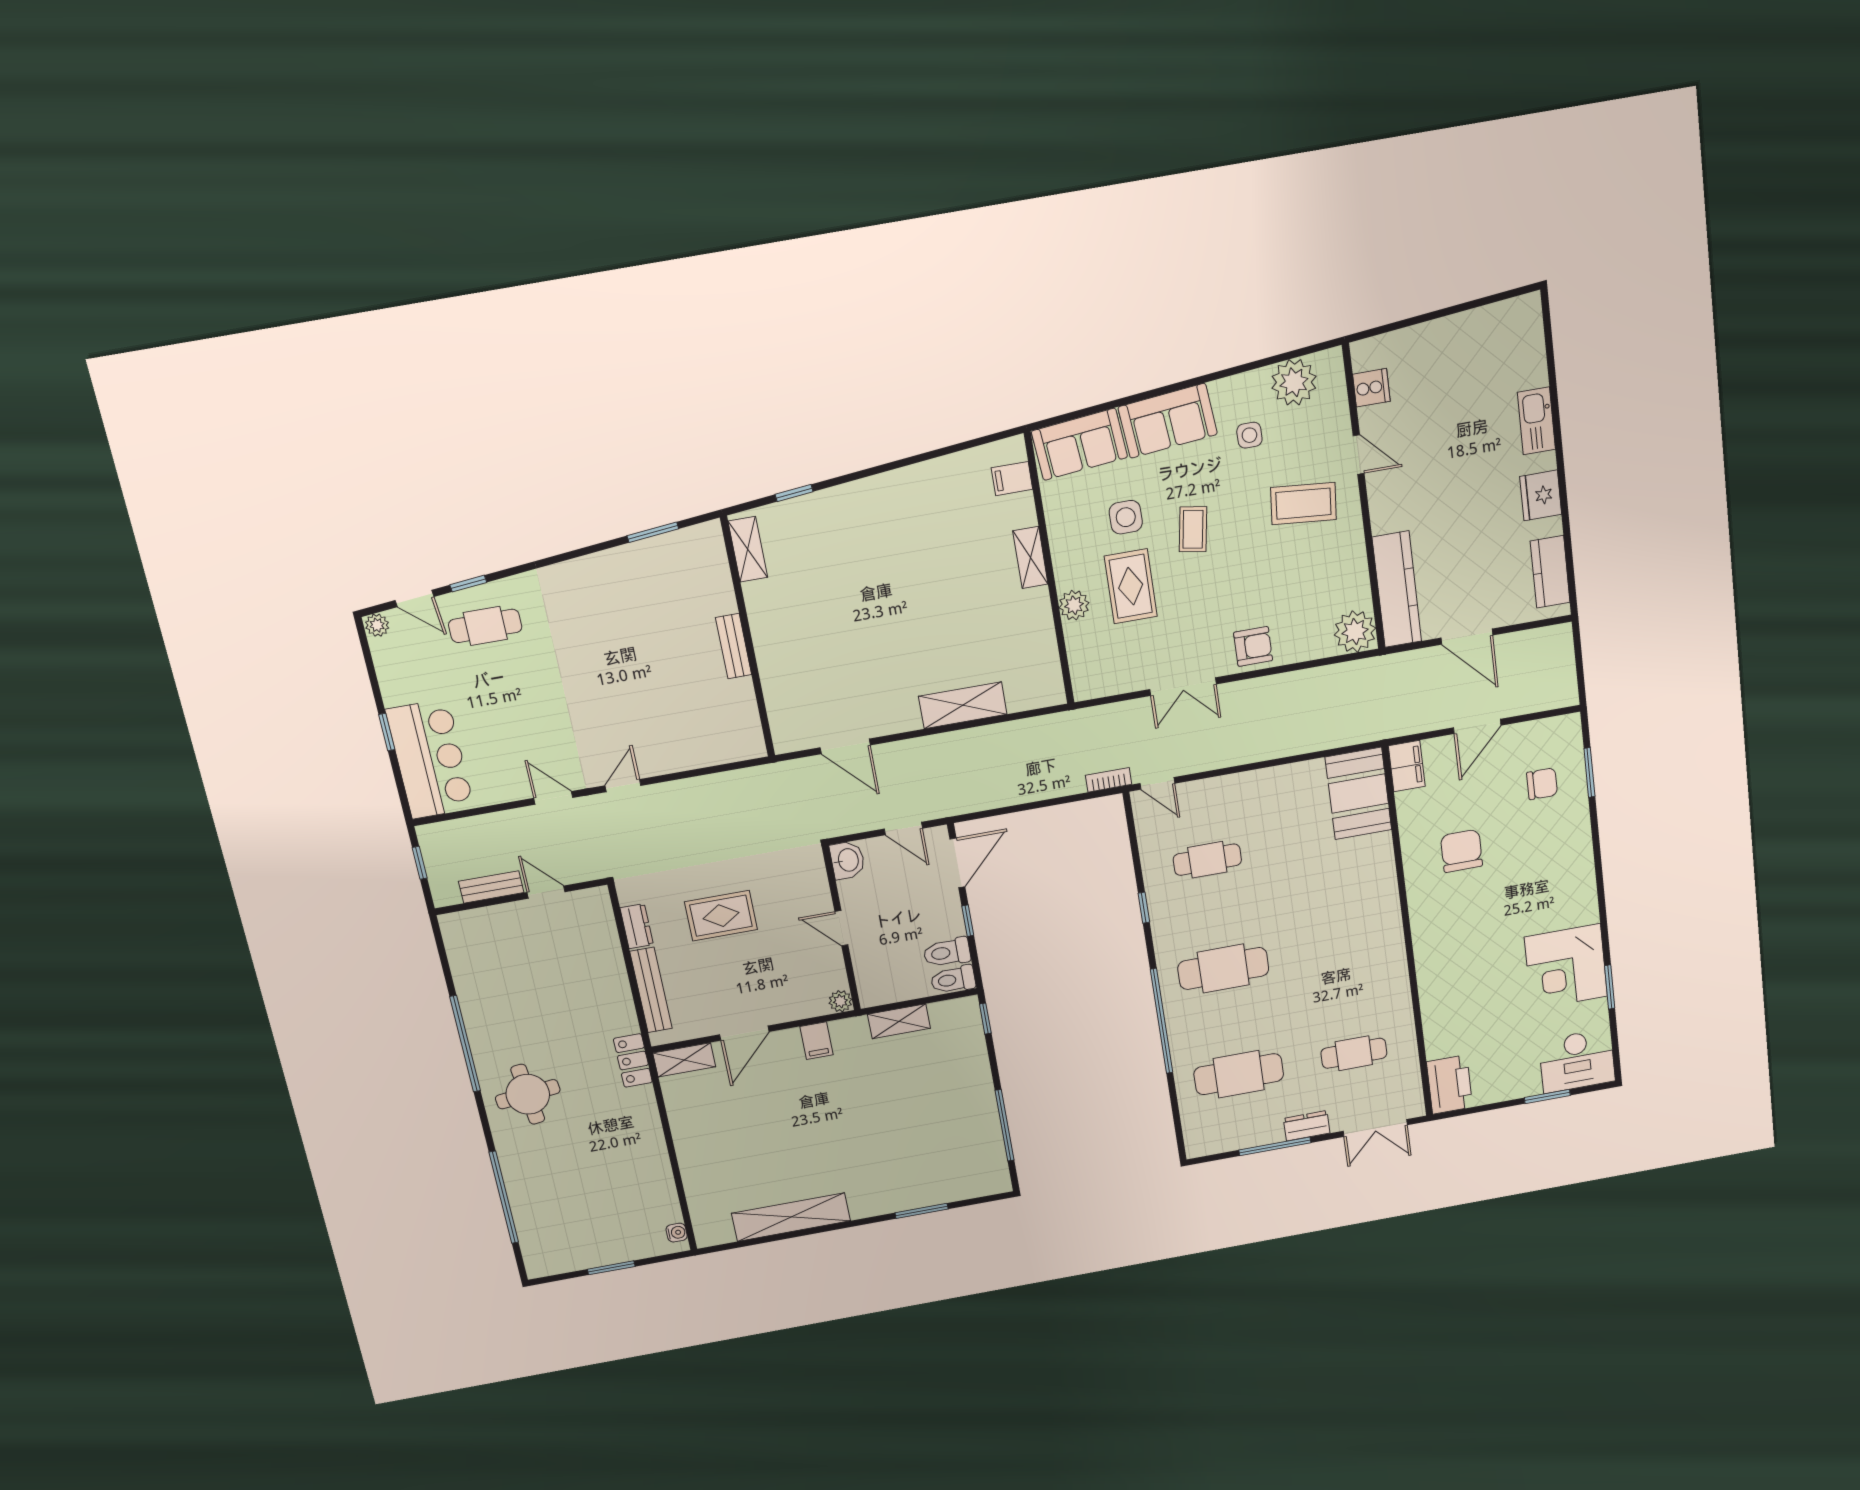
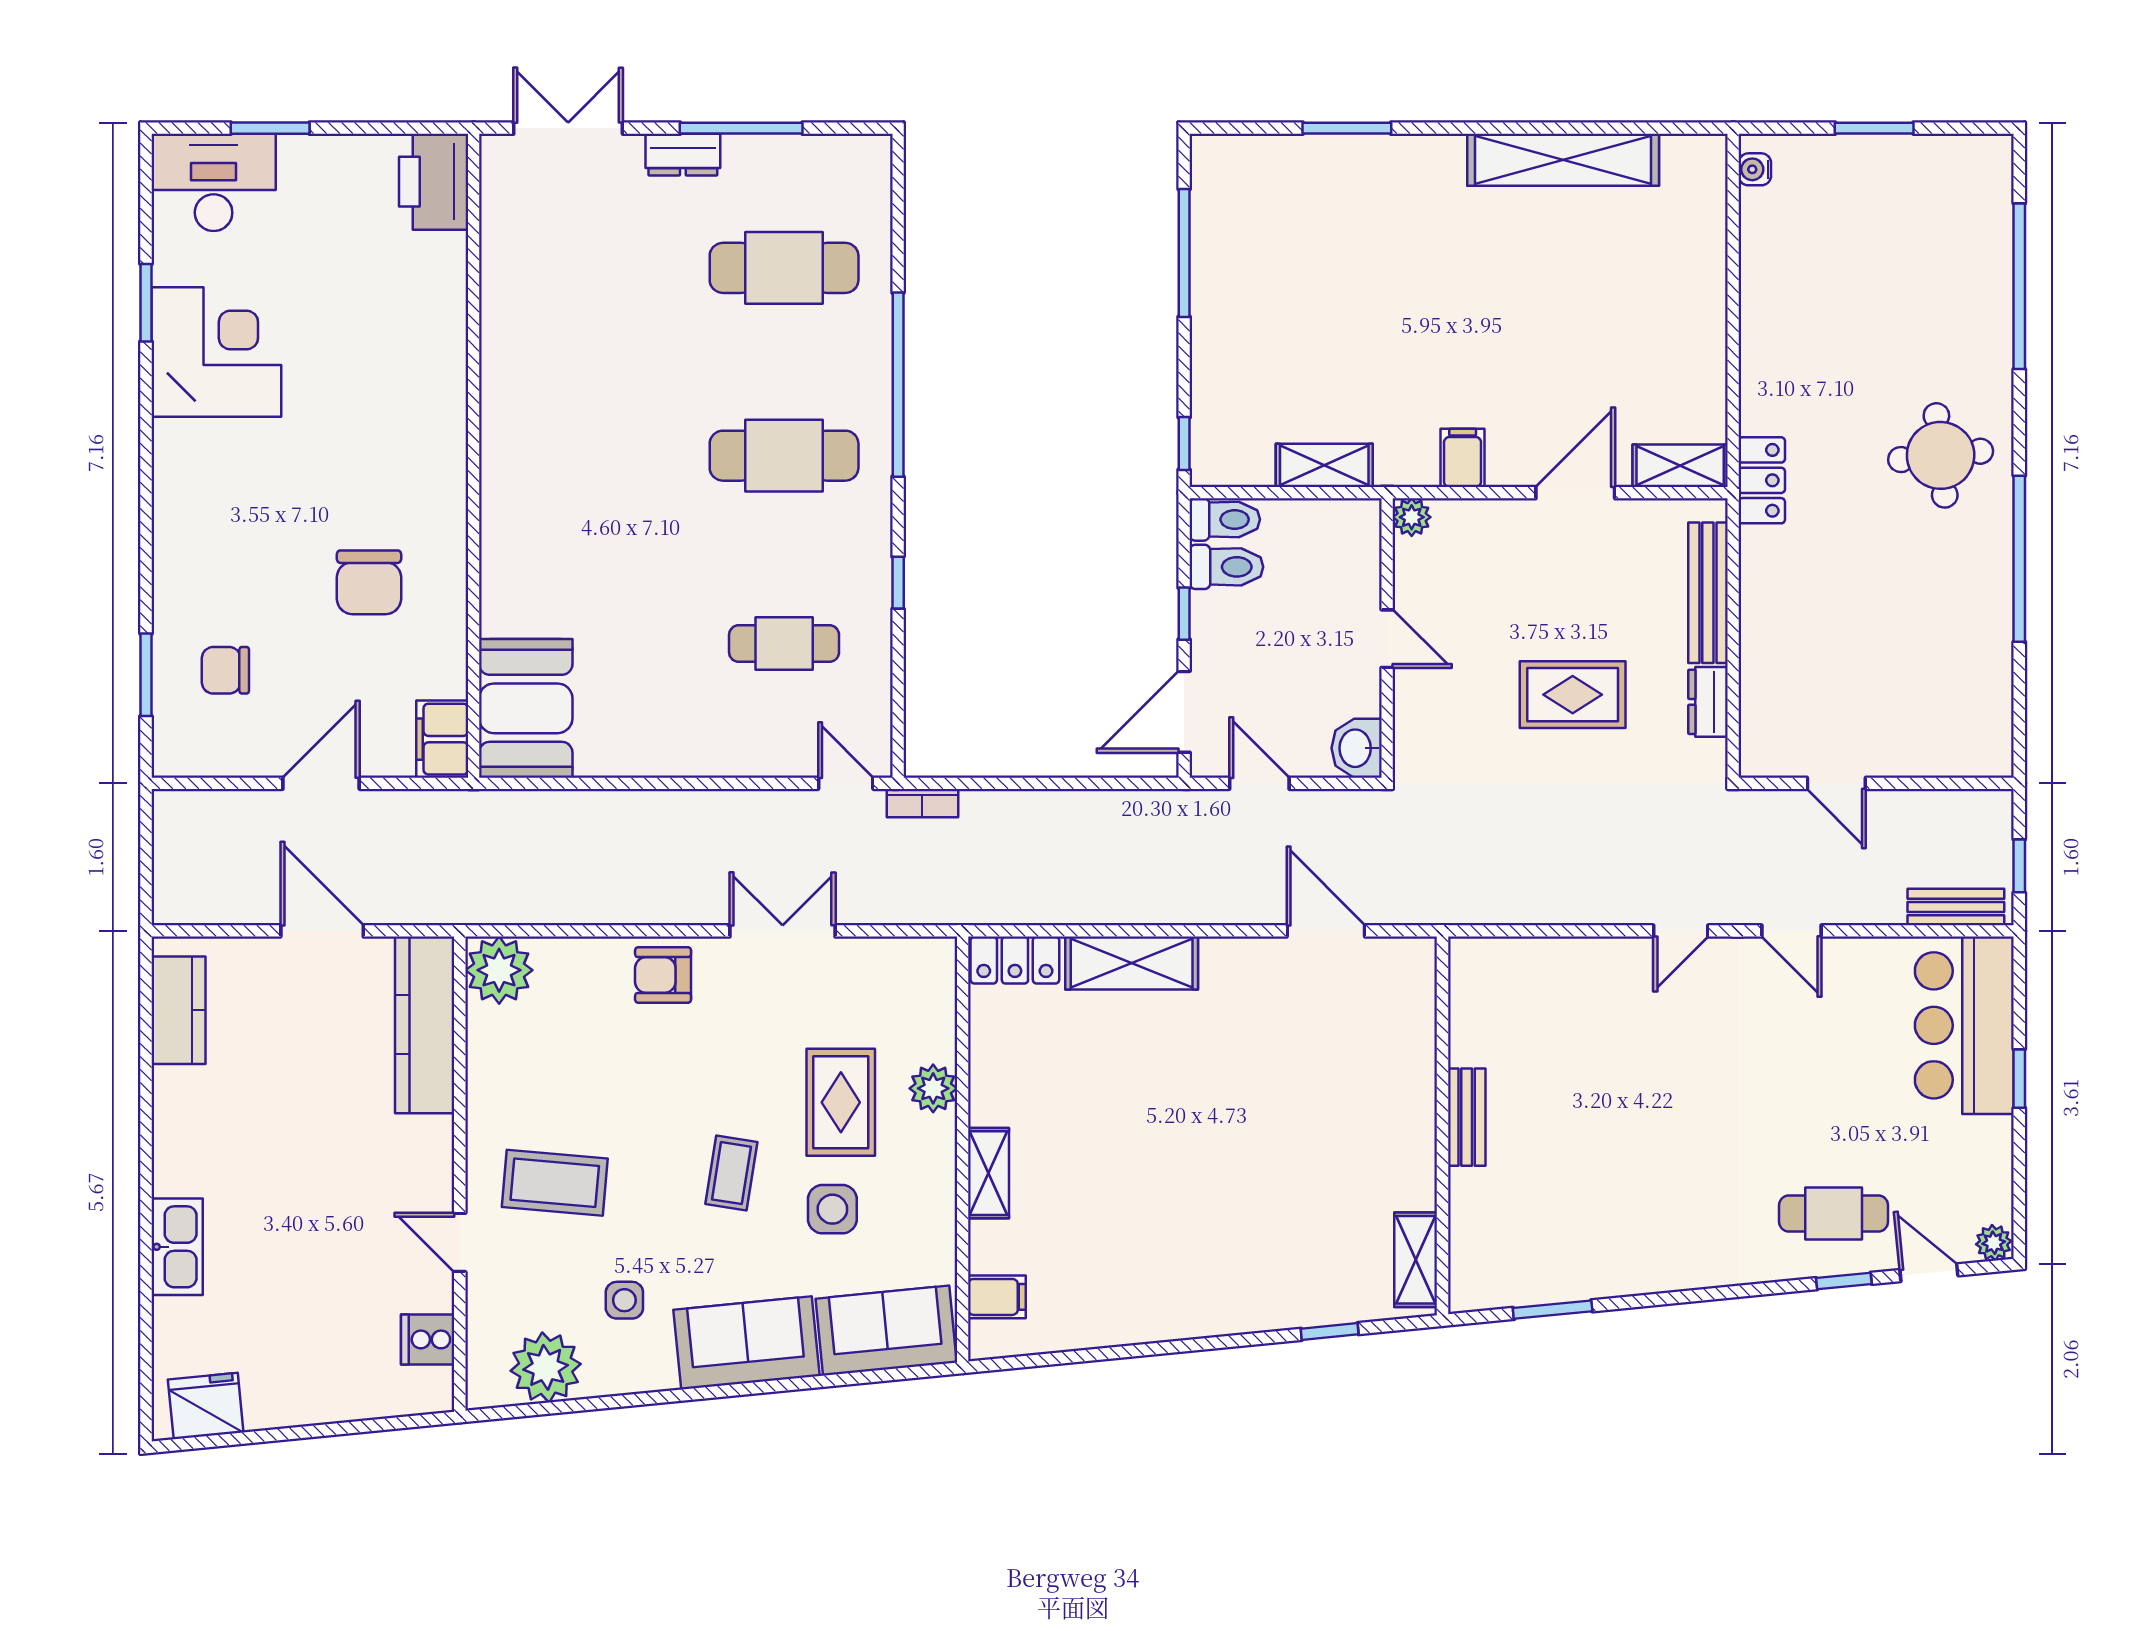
fridge: (1541, 495) -> (206, 1406), moved, turned -96
locker: (1036, 694) -> (1015, 960), added
bench: (491, 887) -> (1956, 907), moved
cafe table: (1354, 1053) -> (588, 268), removed

